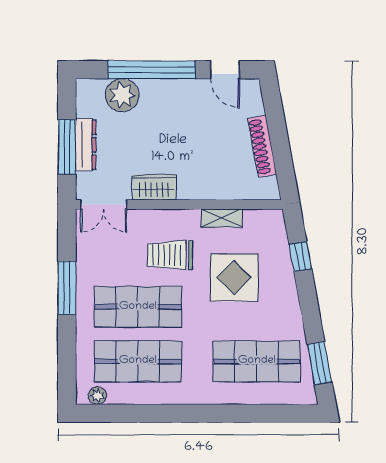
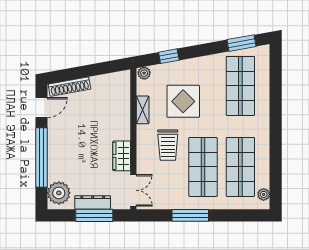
plant: (122, 95) -> (59, 193), moved
shoe rack: (262, 146) -> (69, 87), moved
plant: (276, 220) -> (144, 73), added

